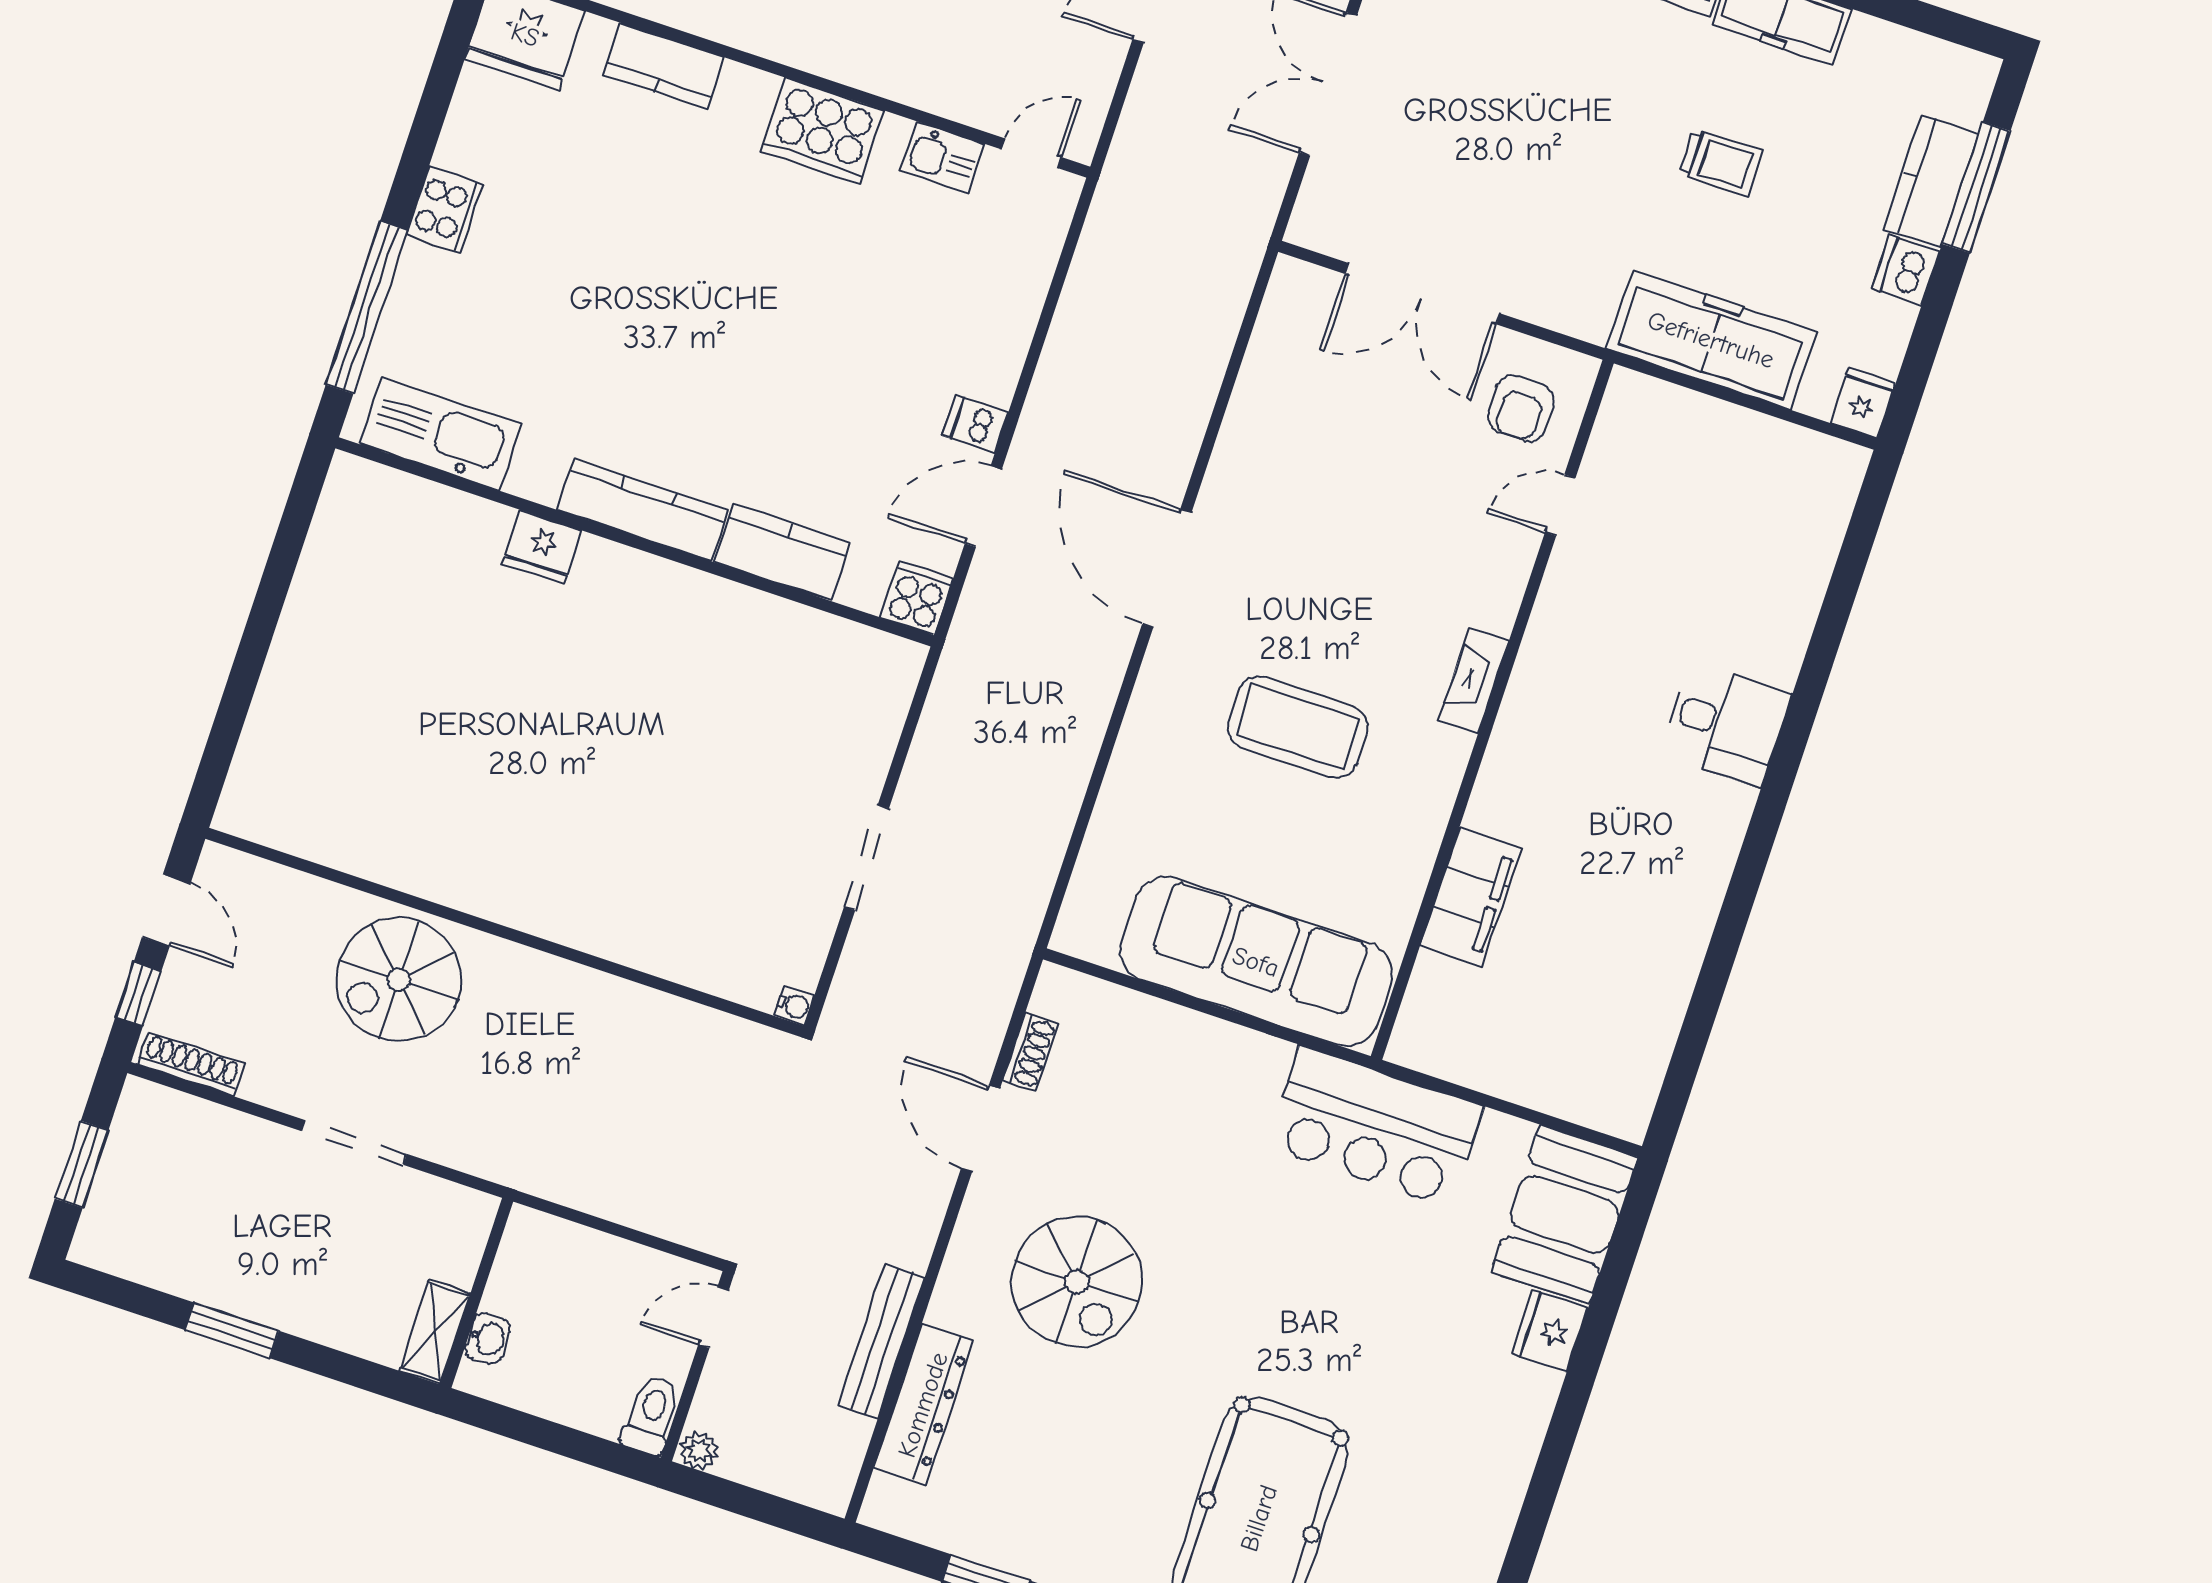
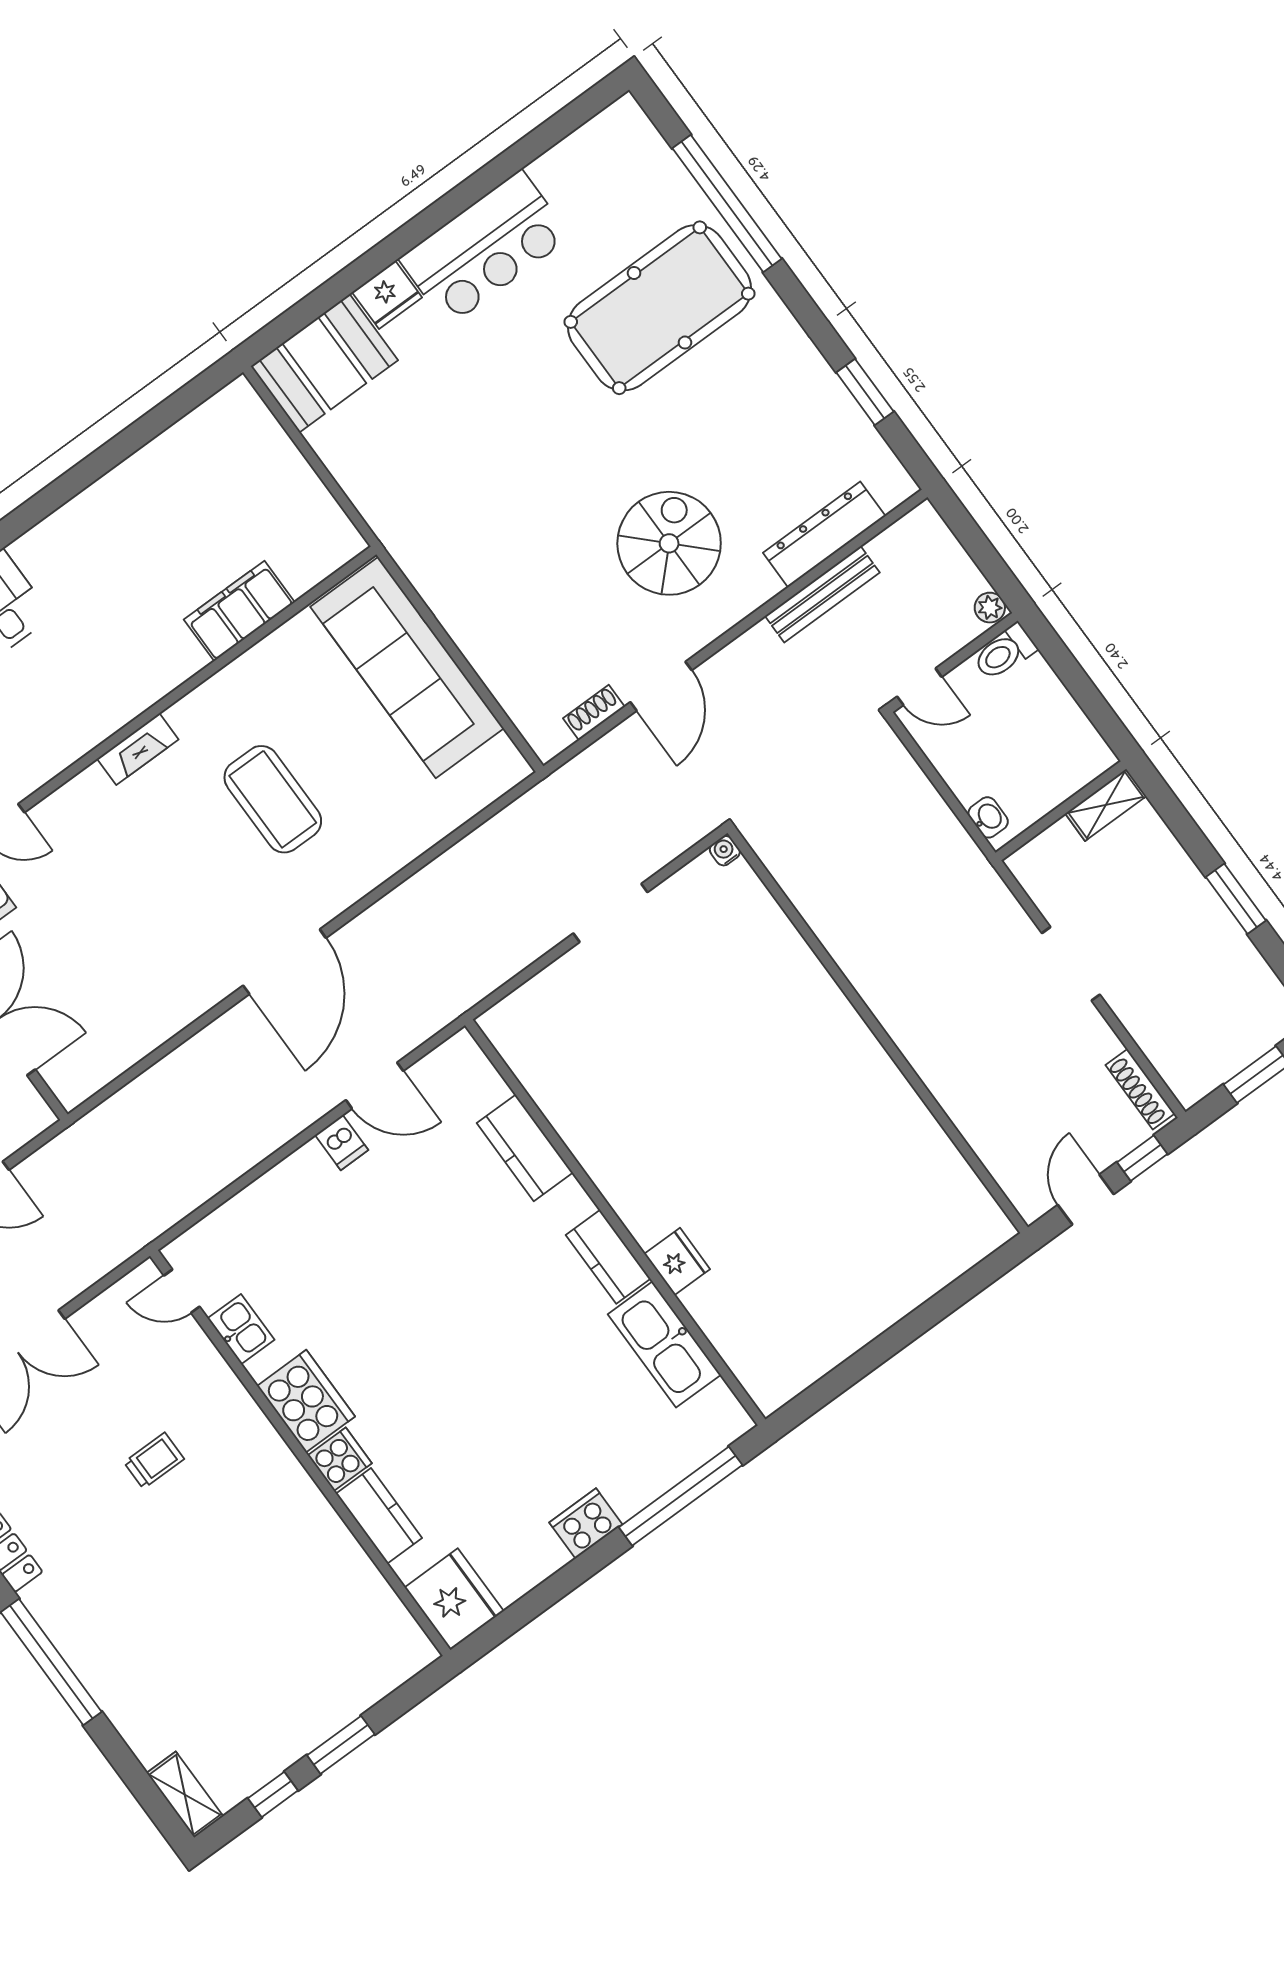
kitchen sink: (441, 434) -> (664, 1344), moved
kitchen counter: (642, 510) -> (608, 1257), width x0.67
cooker: (917, 598) -> (340, 1459), moved, turned 180
spiral stairs: (399, 980) -> (968, 1048), removed
bar counter: (1375, 1127) -> (485, 248), moved, turned 90
washbasin: (488, 1338) -> (988, 817), moved, turned 90

